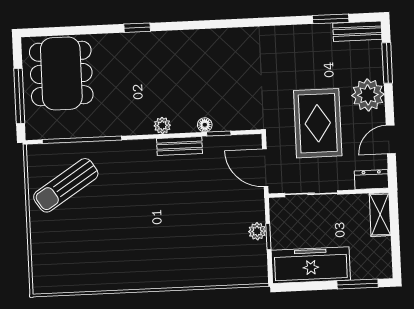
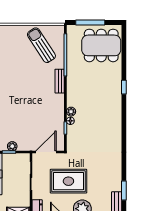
plant: (162, 125) -> (71, 112), moved
bench: (179, 146) -> (60, 81), moved

